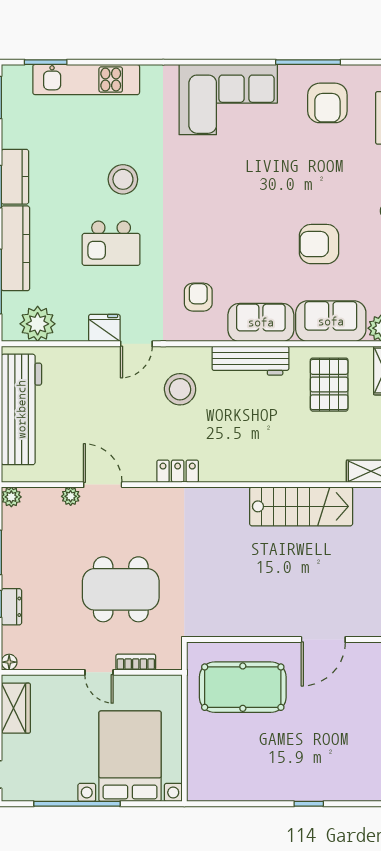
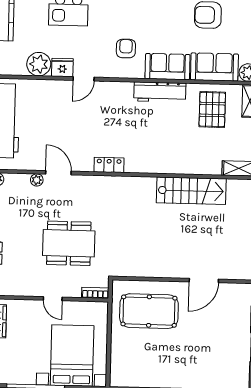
plant: (38, 324) -> (39, 64), moved
stool: (180, 389) -> (112, 110), removed
bookcase: (136, 662) -> (95, 293), moved

